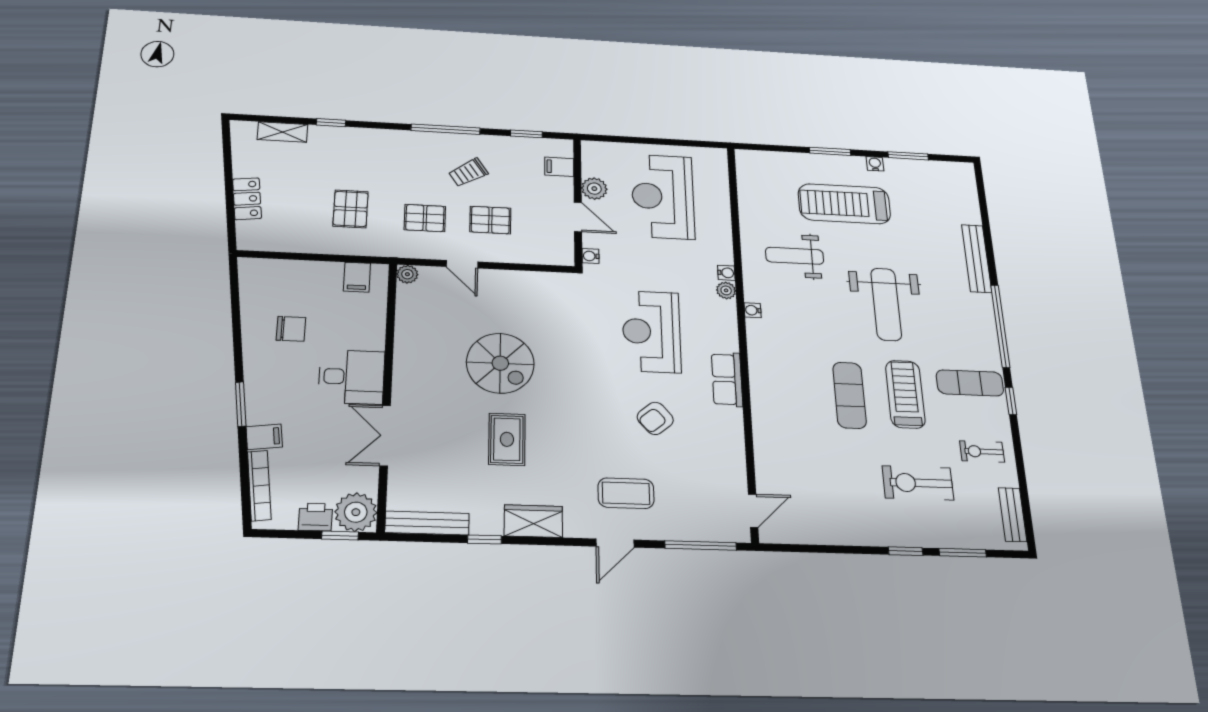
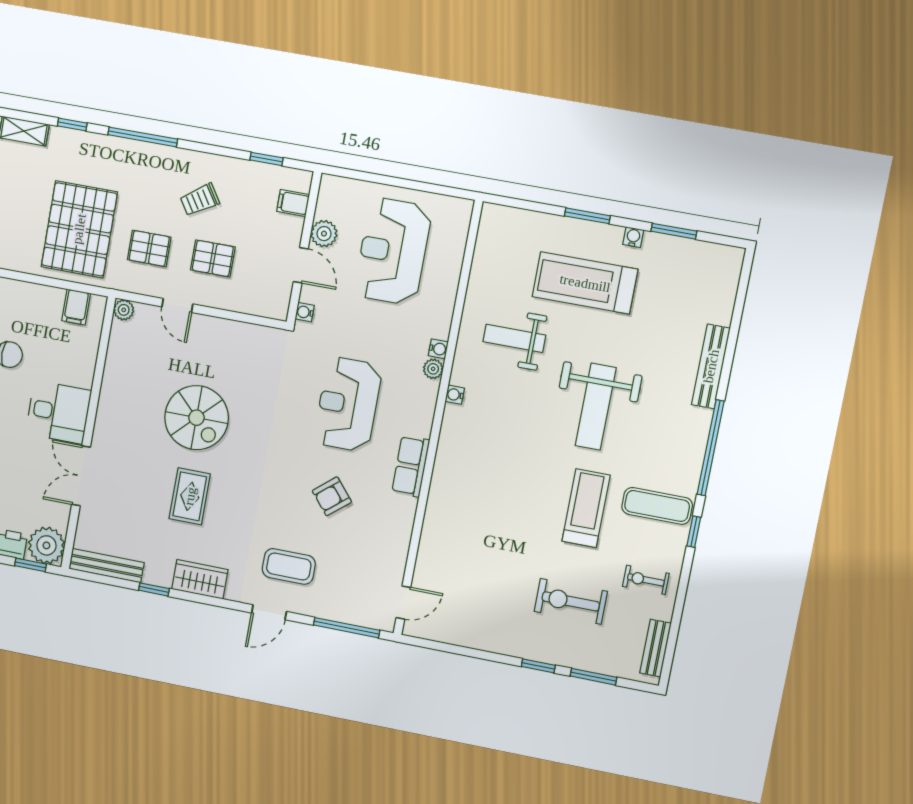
window: (446, 129) -> (143, 137), moved
pallet: (351, 209) -> (79, 229), width x2.05, depth x2.00
exercise mat: (849, 395) -> (529, 501), removed

